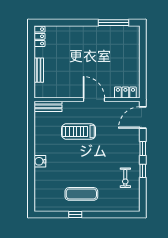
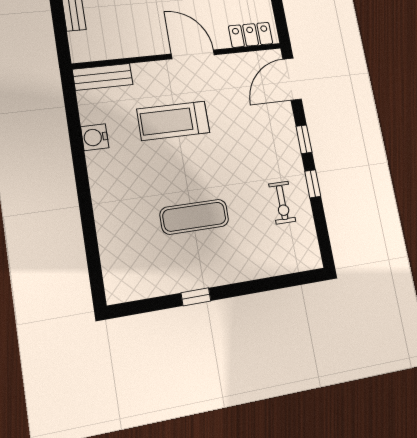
water cooler: (40, 161) -> (95, 137), moved
exercise mat: (81, 194) -> (194, 217), moved

